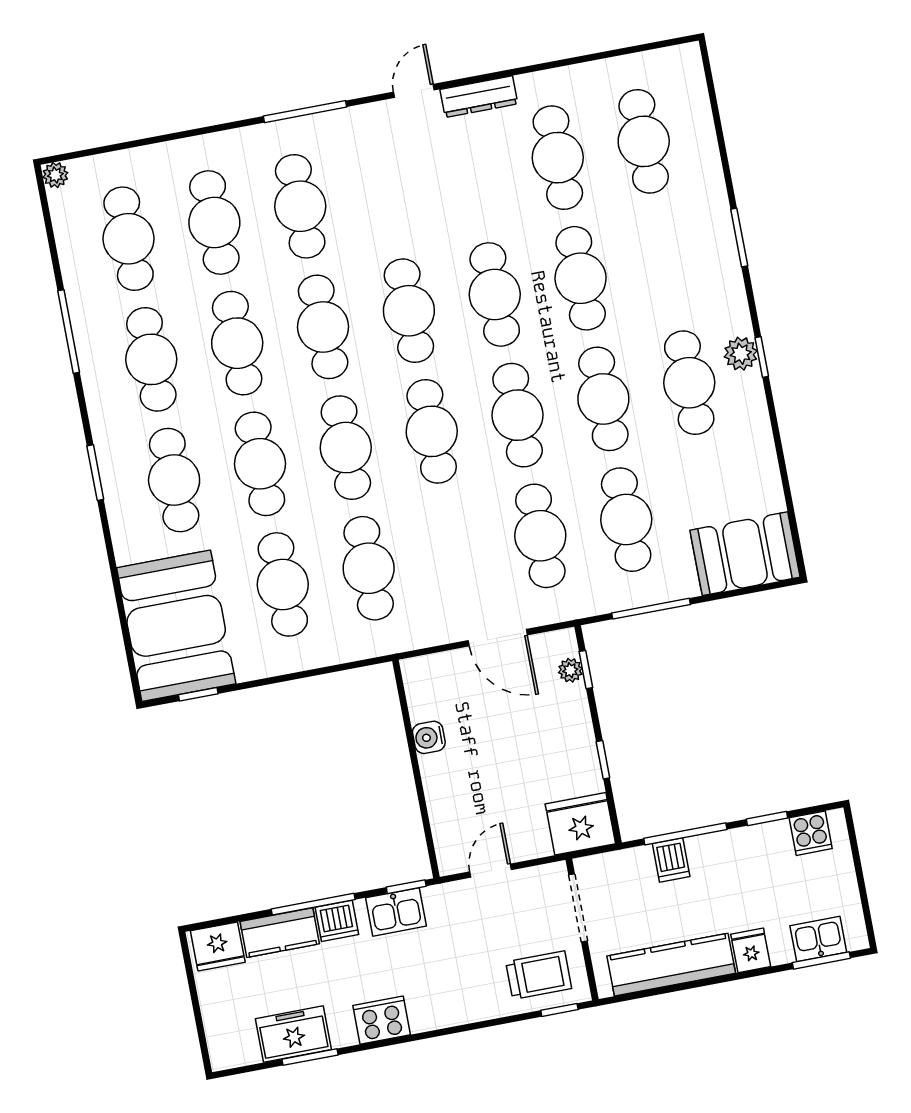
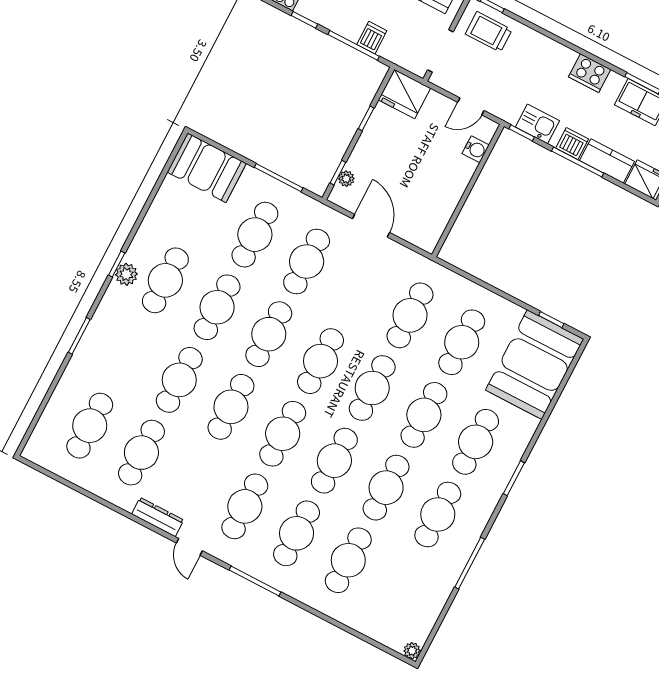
door: (414, 91) -> (189, 547), hinge flipped
cafe table: (129, 239) -> (245, 506), moved
water cooler: (429, 737) -> (476, 149), moved

